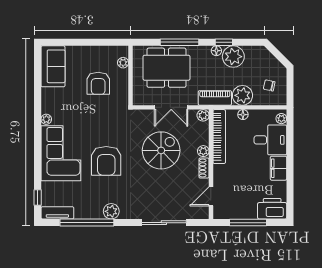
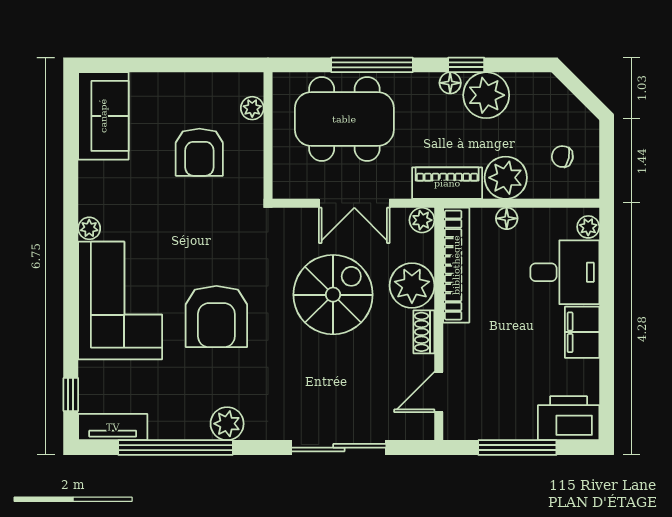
plant: (203, 151) -> (412, 286), width x1.88, depth x1.88

